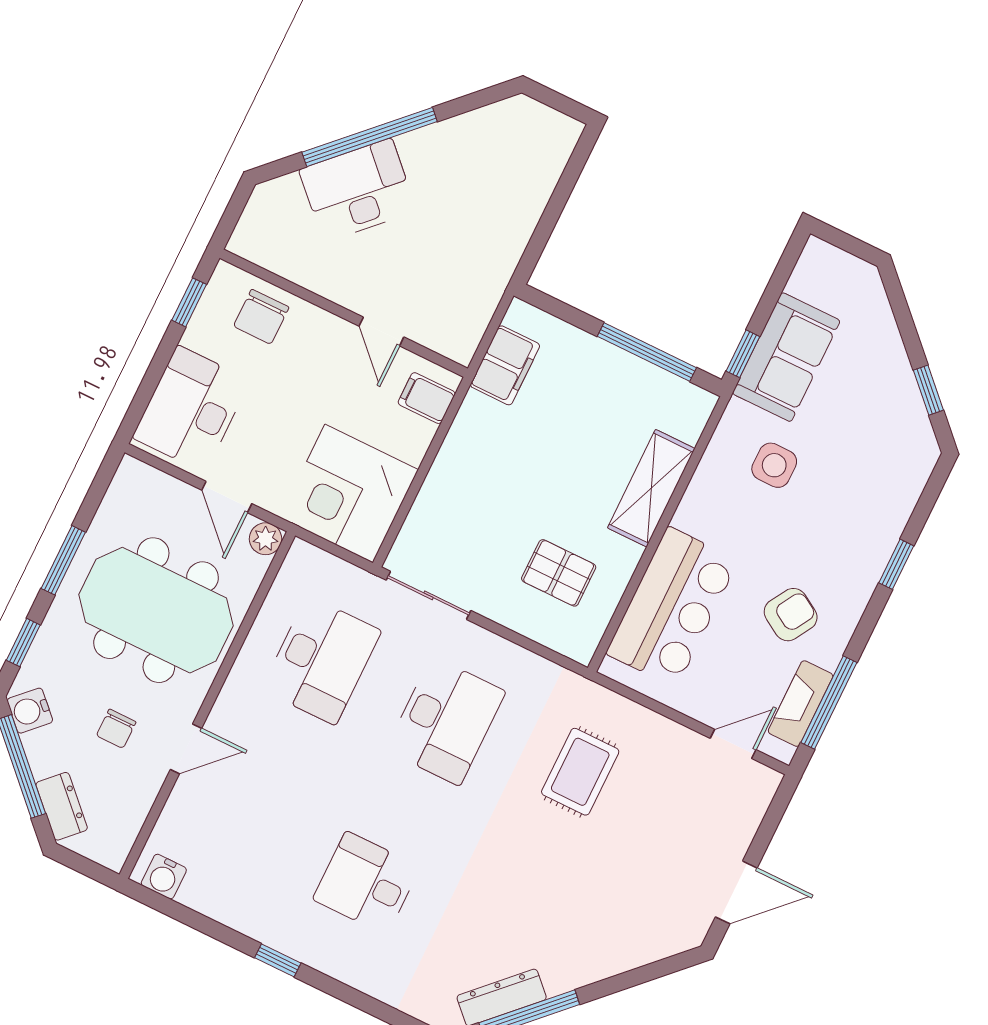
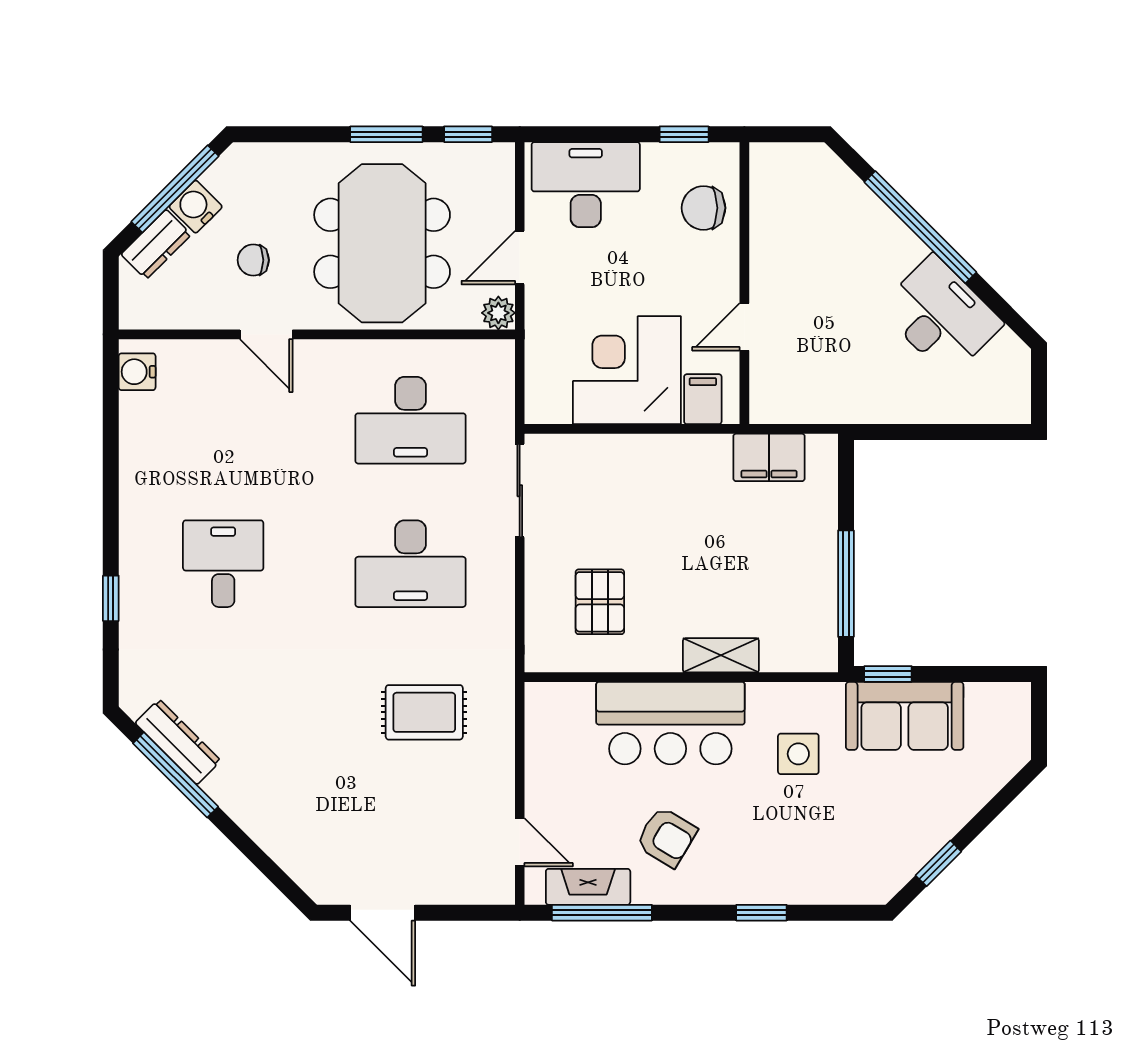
desk: (358, 190) -> (941, 316), moved
shelving: (651, 488) -> (721, 655), width x0.67, depth x0.75
corner desk: (349, 494) -> (627, 370), moved
bar counter: (672, 607) -> (670, 723), moved
window: (23, 643) -> (468, 134), moved
water cooler: (30, 711) -> (196, 207), moved
window: (278, 960) -> (111, 598), moved

